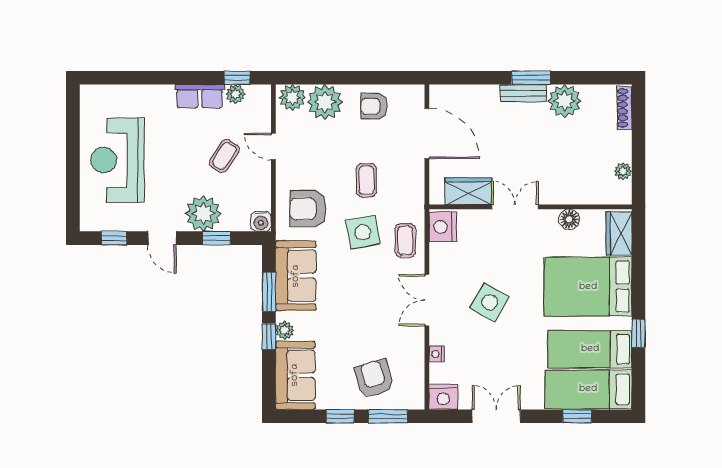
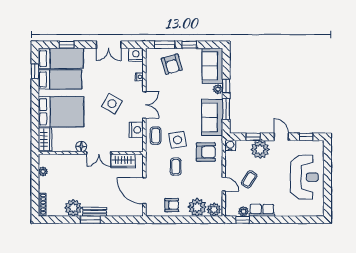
floor lamp: (569, 219) -> (81, 146), moved
nightstand: (443, 227) -> (136, 130), moved
window: (638, 333) -> (35, 71), moved

